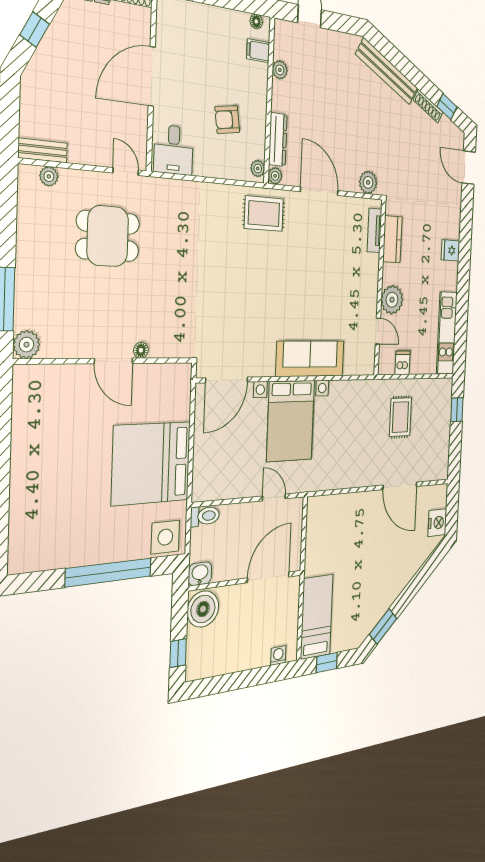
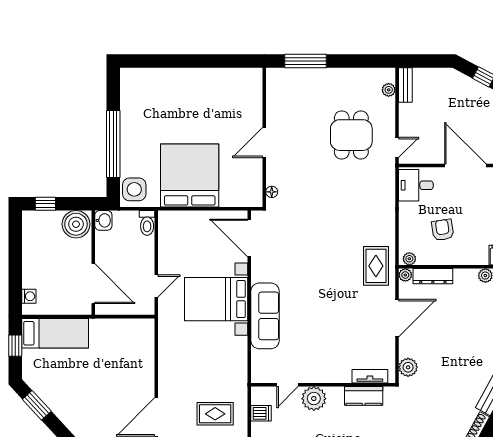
plant: (27, 345) -> (276, 77), removed
floor lamp: (141, 350) -> (272, 192), moved

